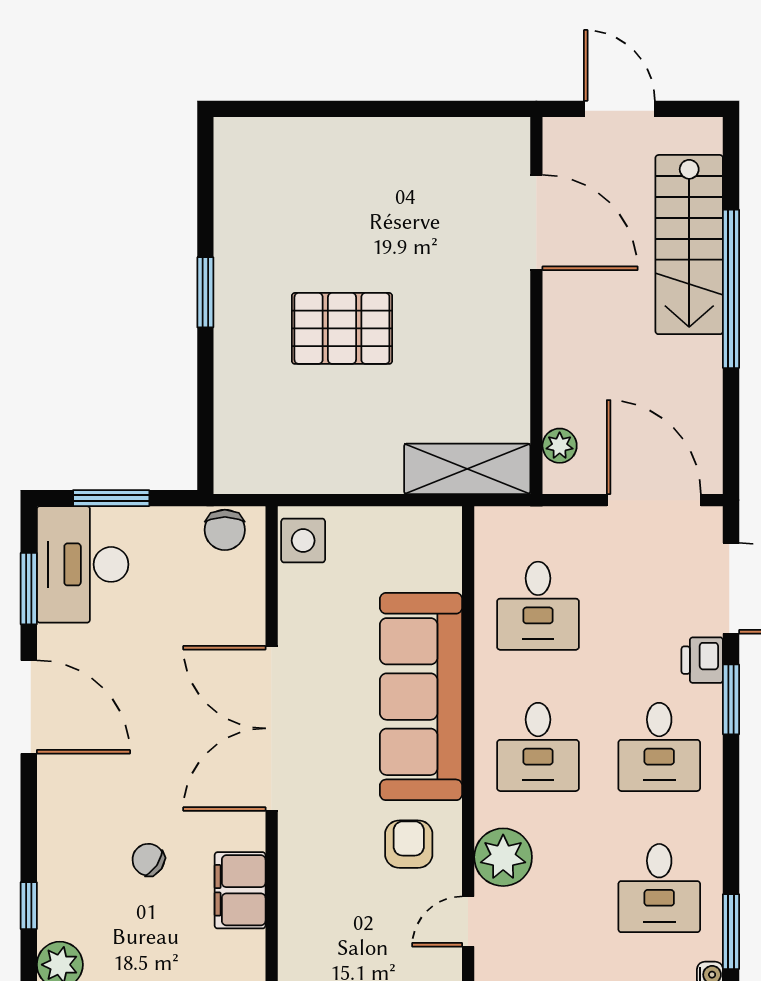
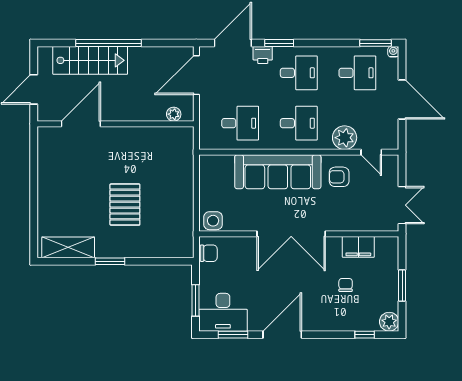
shelving: (467, 469) -> (68, 247), moved, turned 90
chair: (148, 860) -> (346, 285), turned 146

